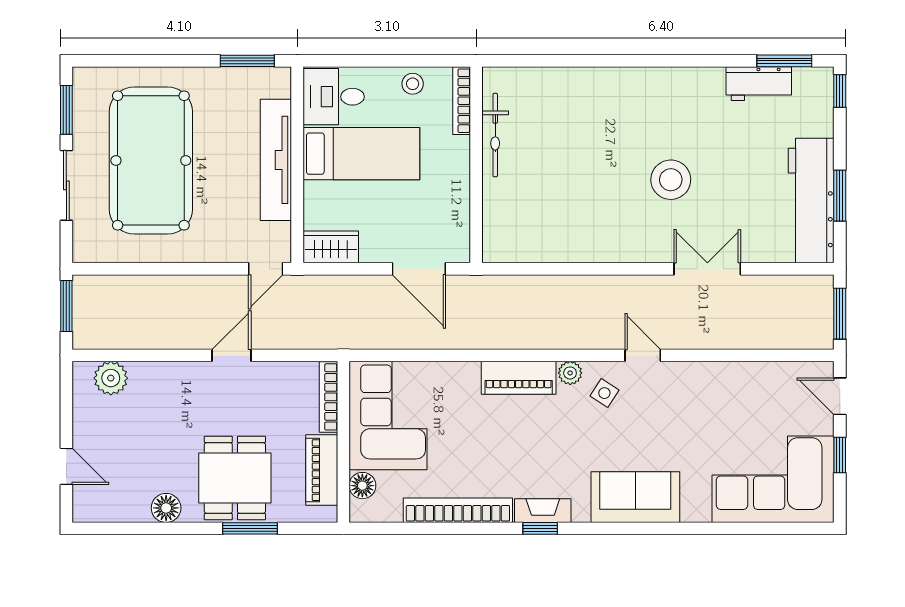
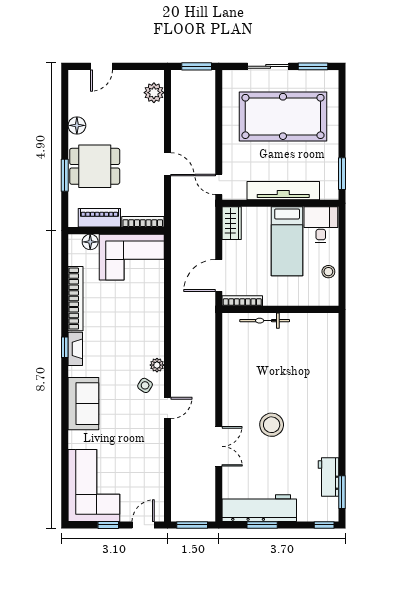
bookcase: (462, 101) -> (242, 301), moved
bicycle: (495, 135) -> (265, 321), moved
piano: (519, 378) -> (154, 335), removed

